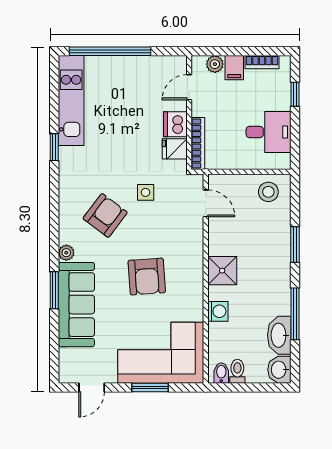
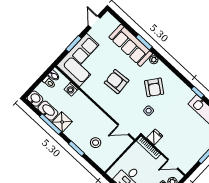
door: (189, 87) -> (173, 164), swing flipped
dishwasher: (175, 124) -> (164, 146), removed
stool: (268, 192) -> (96, 143), moved
shower: (222, 271) -> (62, 122), moved
washing machine: (218, 311) -> (71, 89), moved

